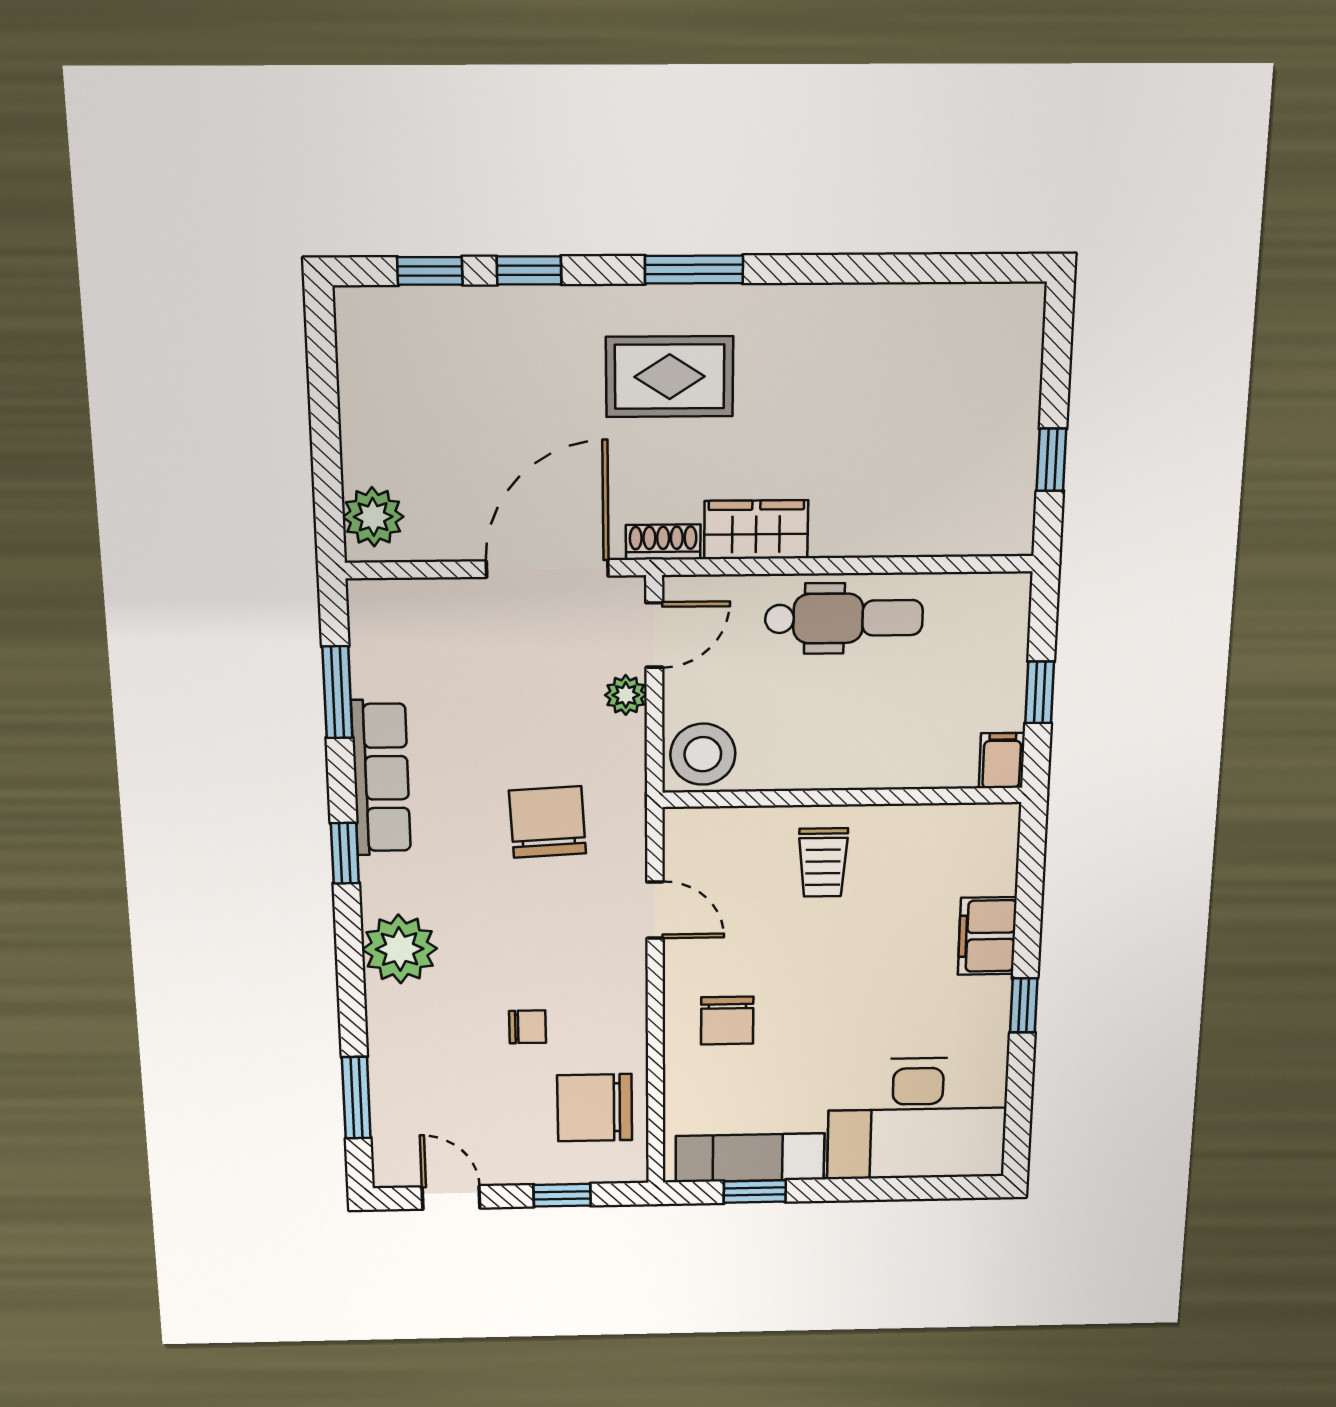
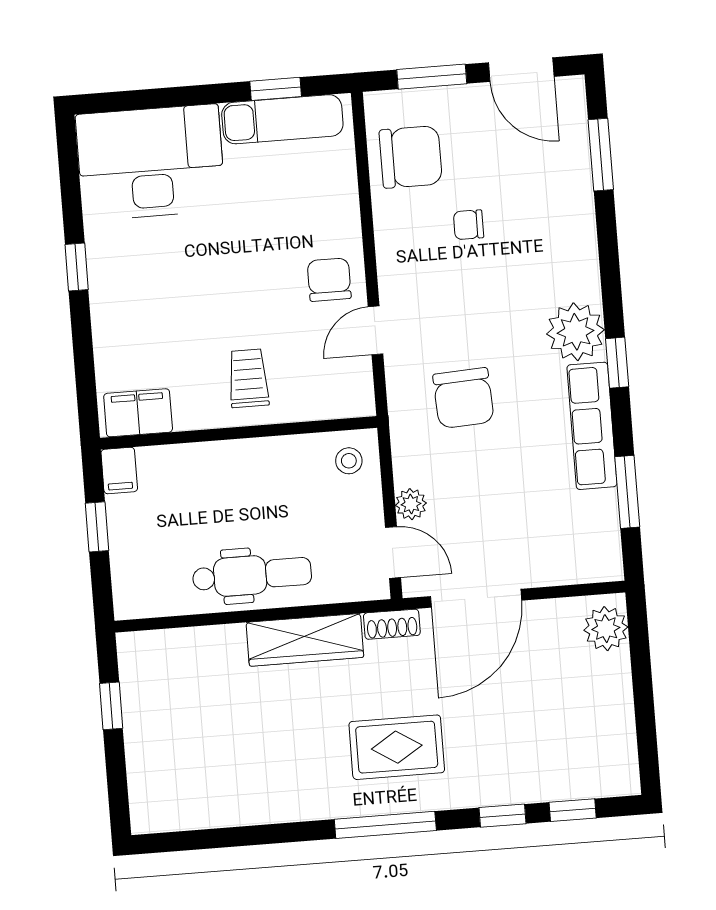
window: (694, 270) -> (385, 825), width x1.44
wardrobe: (756, 530) -> (305, 640), width x1.50
dental chair: (844, 618) -> (252, 575), turned 180
door: (654, 635) -> (393, 552), swing flipped
stool: (703, 754) -> (349, 461), width x0.53, depth x0.53
door: (655, 910) -> (376, 330), hinge flipped
filing cabinet: (987, 936) -> (138, 413), moved, turned -90
plant: (400, 949) -> (576, 332), moved
chair: (727, 1021) -> (329, 280), moved
window: (562, 1195) -> (432, 77), width x1.50
door: (451, 1197) -> (521, 70), width x1.38

